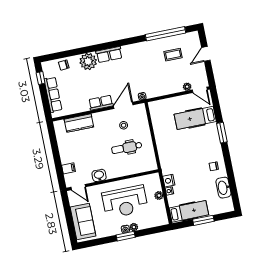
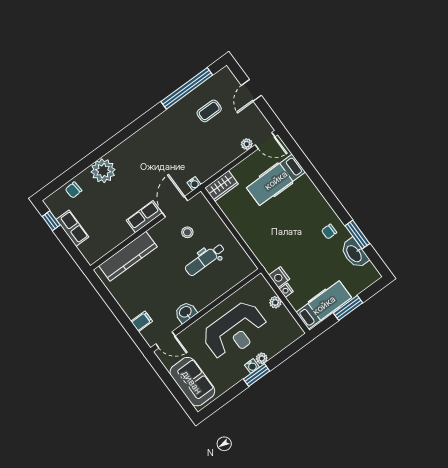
row of seats: (109, 55) -> (126, 149), removed
row of seats: (53, 95) -> (72, 228), width x0.68
wardrobe: (159, 106) -> (221, 186), added
kitchen counter: (79, 123) -> (128, 256), width x1.50
window: (222, 133) -> (357, 235), moved

